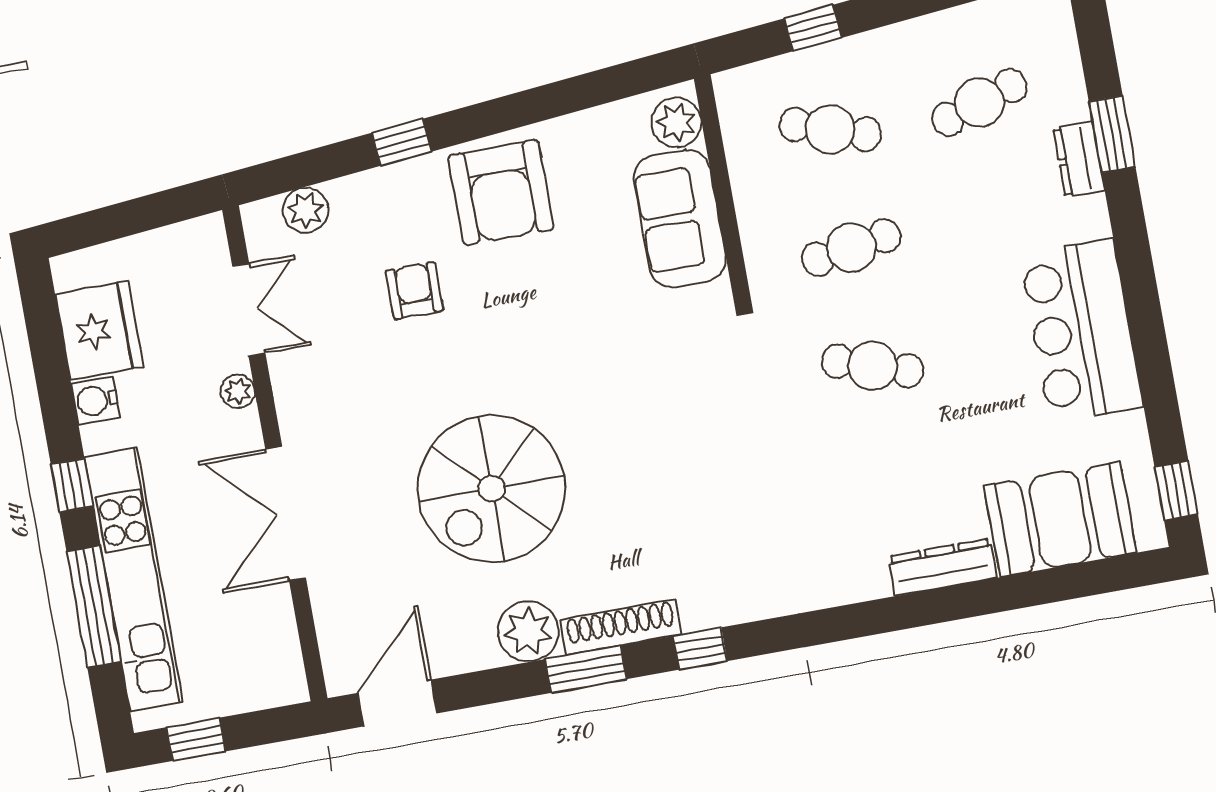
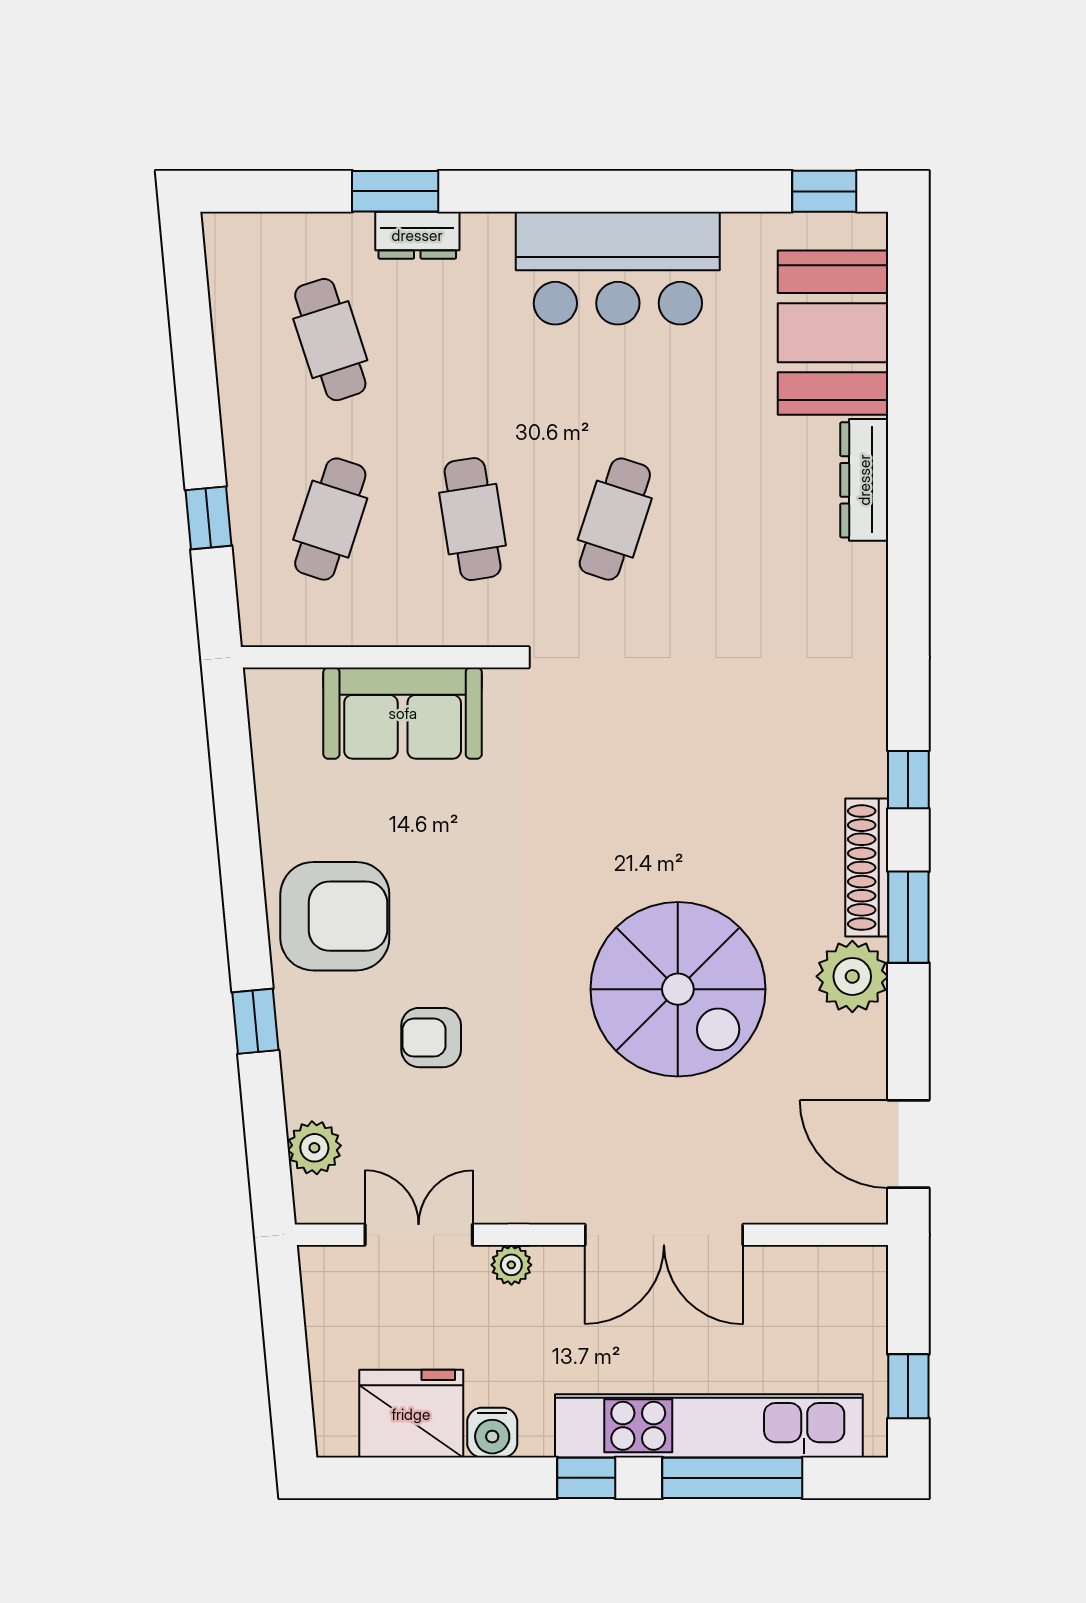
plant: (676, 122) -> (290, 697), removed

